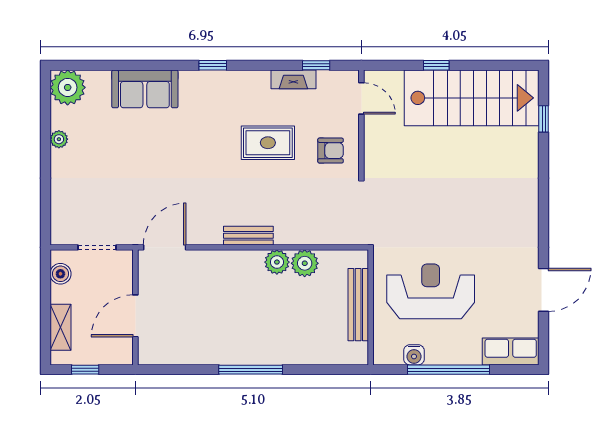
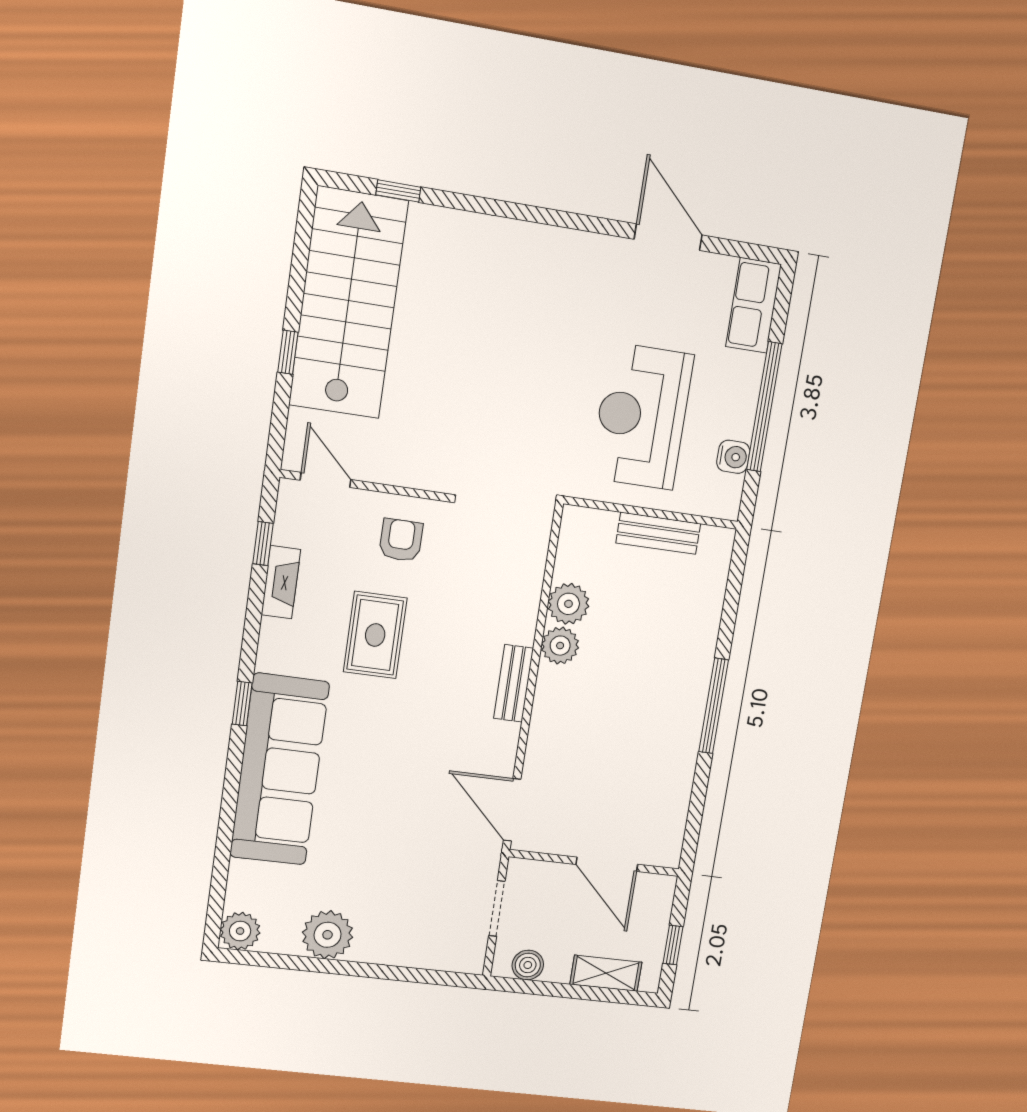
plant: (68, 87) -> (240, 931), width x0.73, depth x0.73
sofa: (145, 89) -> (279, 770), width x1.85, depth x1.27
door: (361, 98) -> (326, 480), hinge flipped
plant: (59, 139) -> (328, 935), width x1.88, depth x1.88
bench: (358, 305) -> (658, 533), width x0.73

